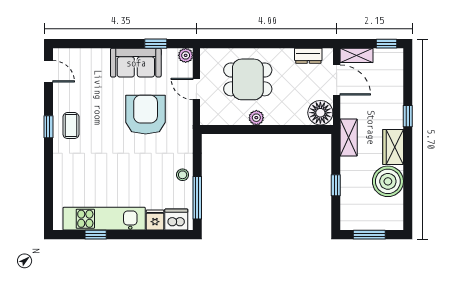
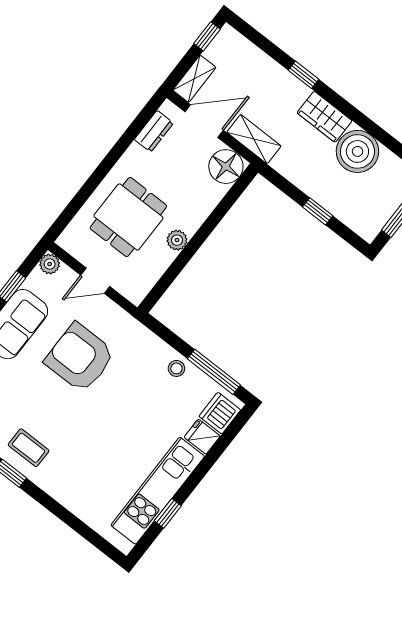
shelving: (349, 138) -> (254, 139), moved

